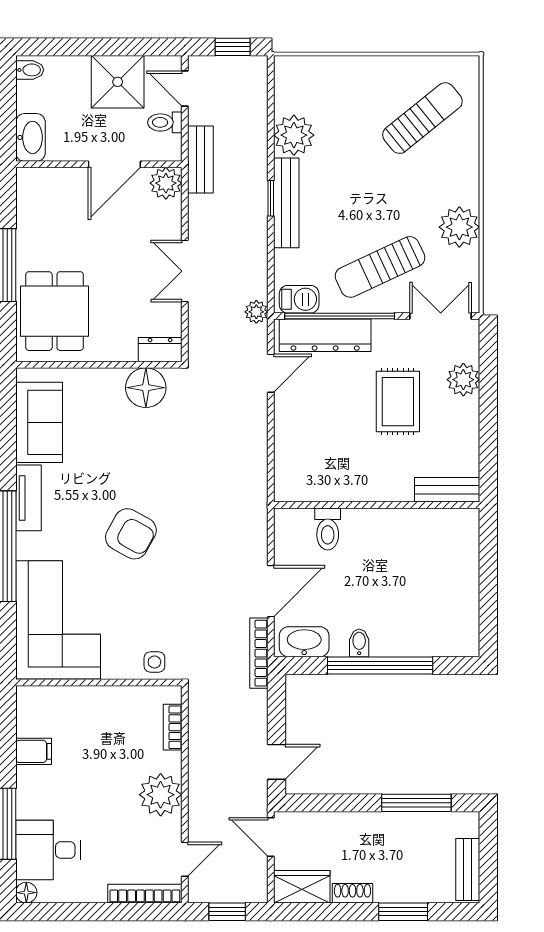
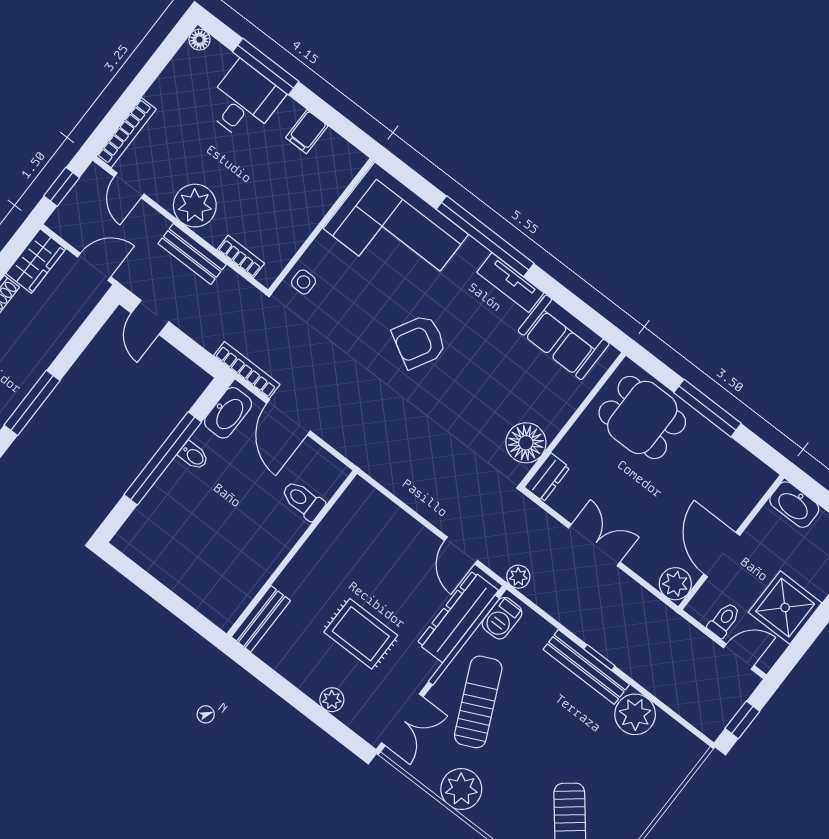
bench: (200, 159) -> (192, 254), moved
plant: (463, 380) -> (332, 700), width x0.73, depth x0.73
desk: (48, 850) -> (244, 101), moved

